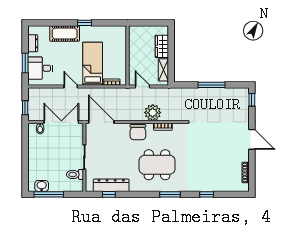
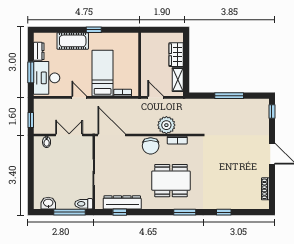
desk: (40, 68) -> (47, 78), width x1.37
double door: (61, 122) -> (69, 135), width x0.73
toilet: (75, 174) -> (84, 204), moved
window: (49, 194) -> (70, 212), moved

